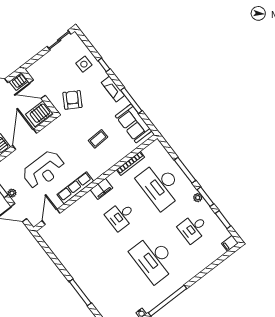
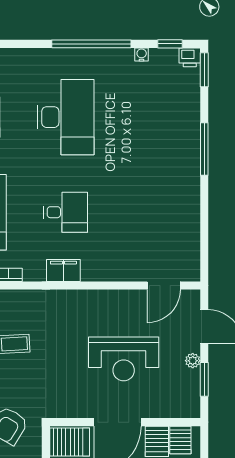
reception desk: (44, 170) -> (124, 359), turned 180
row of seats: (75, 188) -> (99, 300), removed

